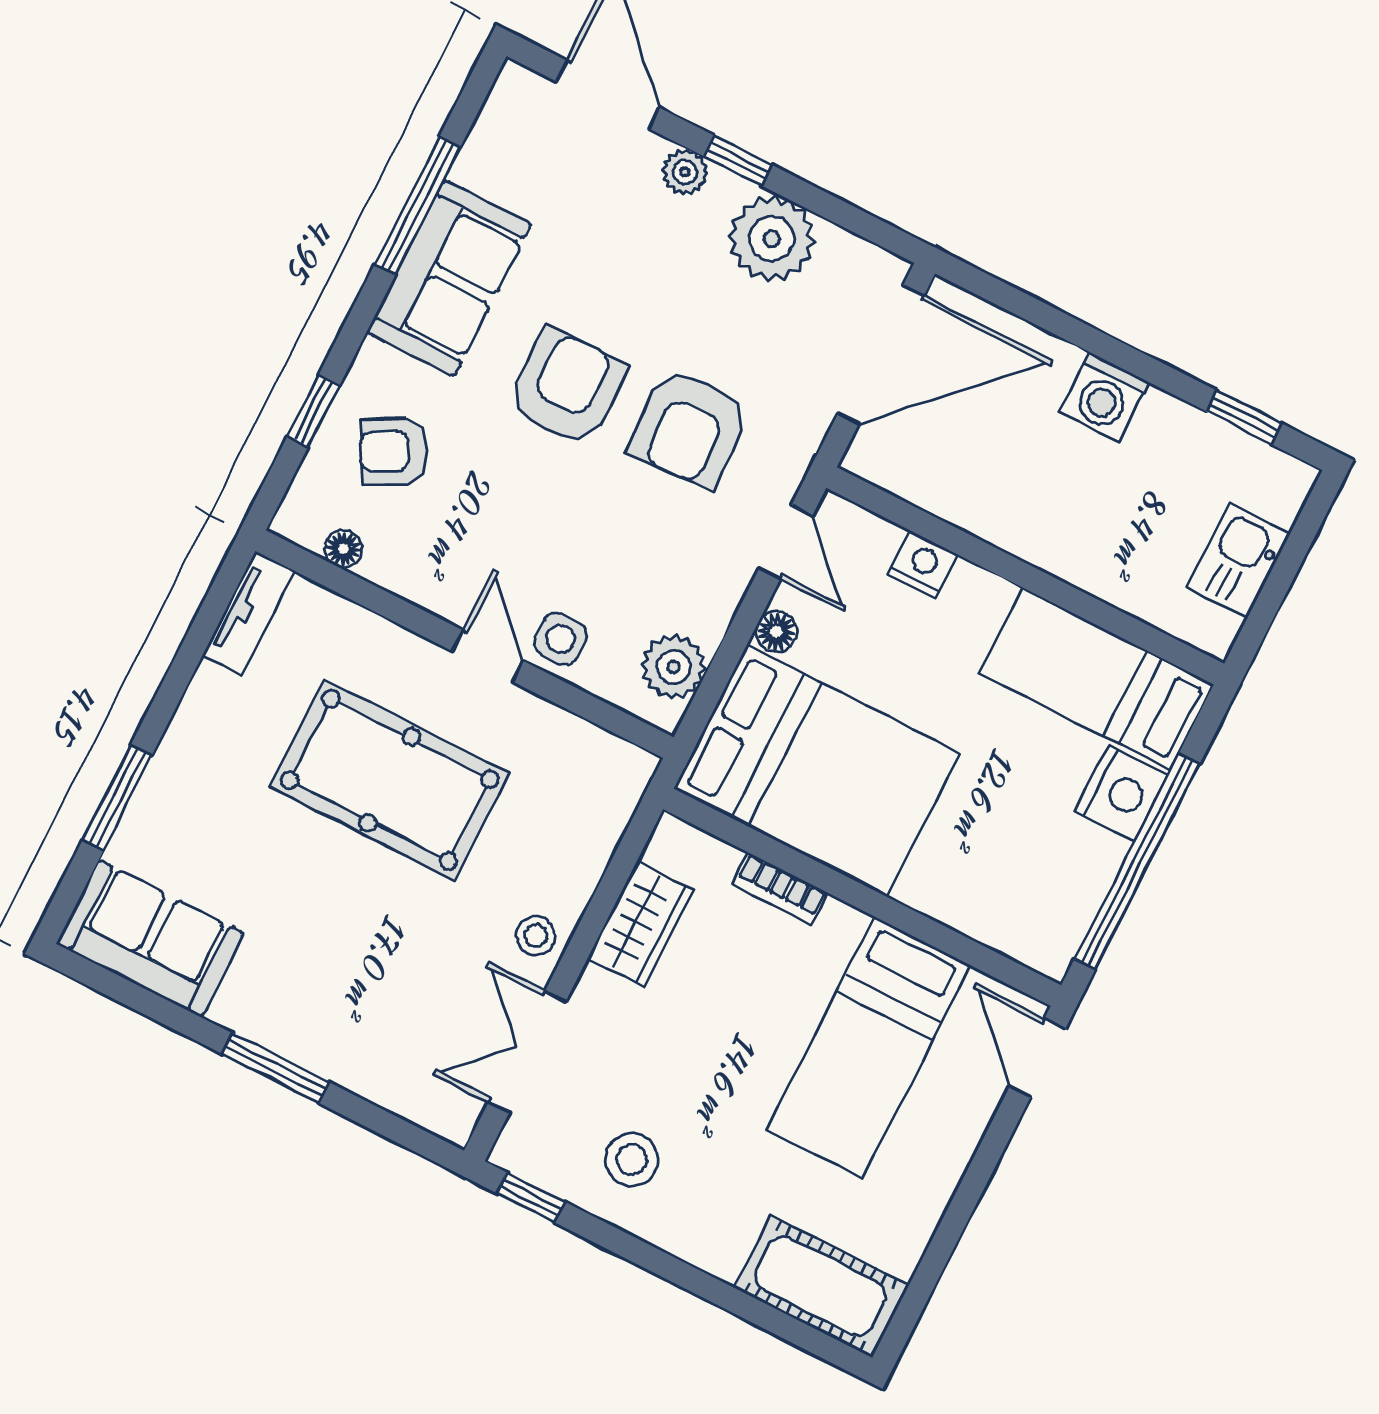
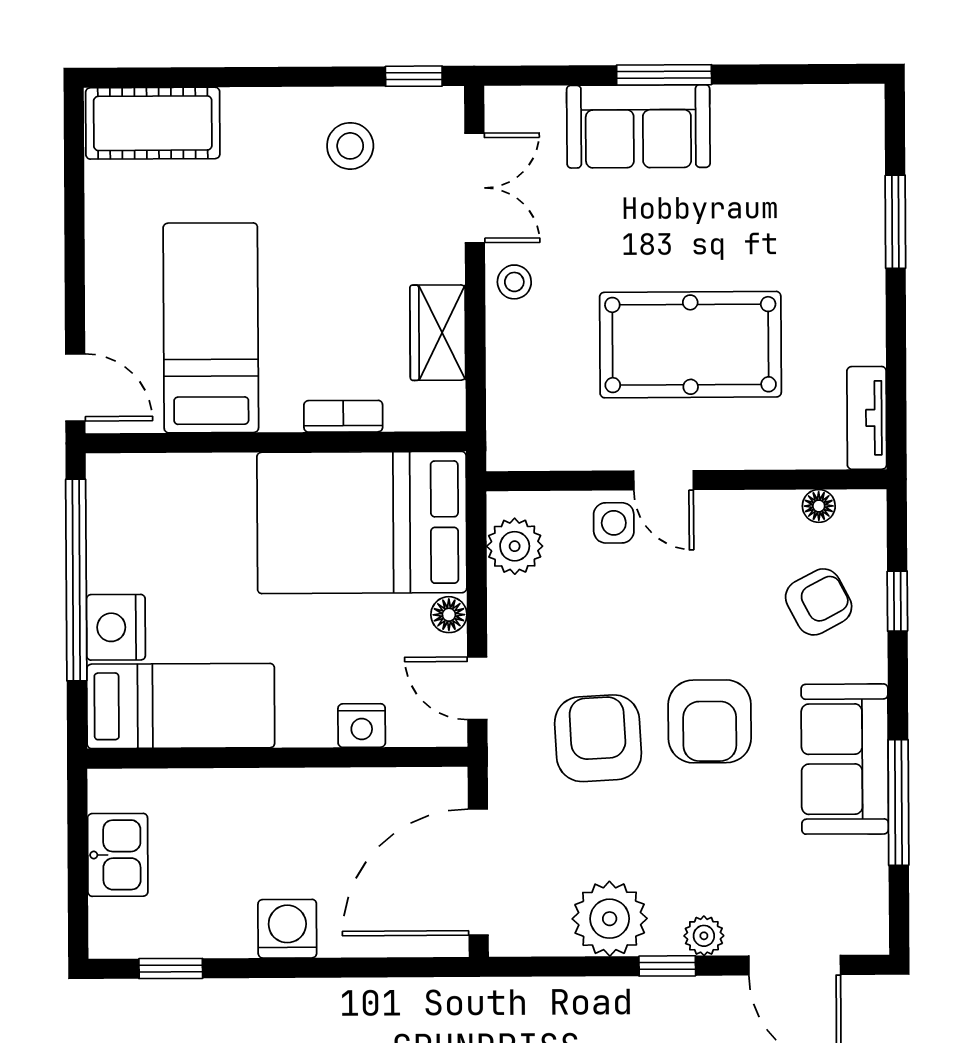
sofa: (150, 939) -> (638, 126), moved

